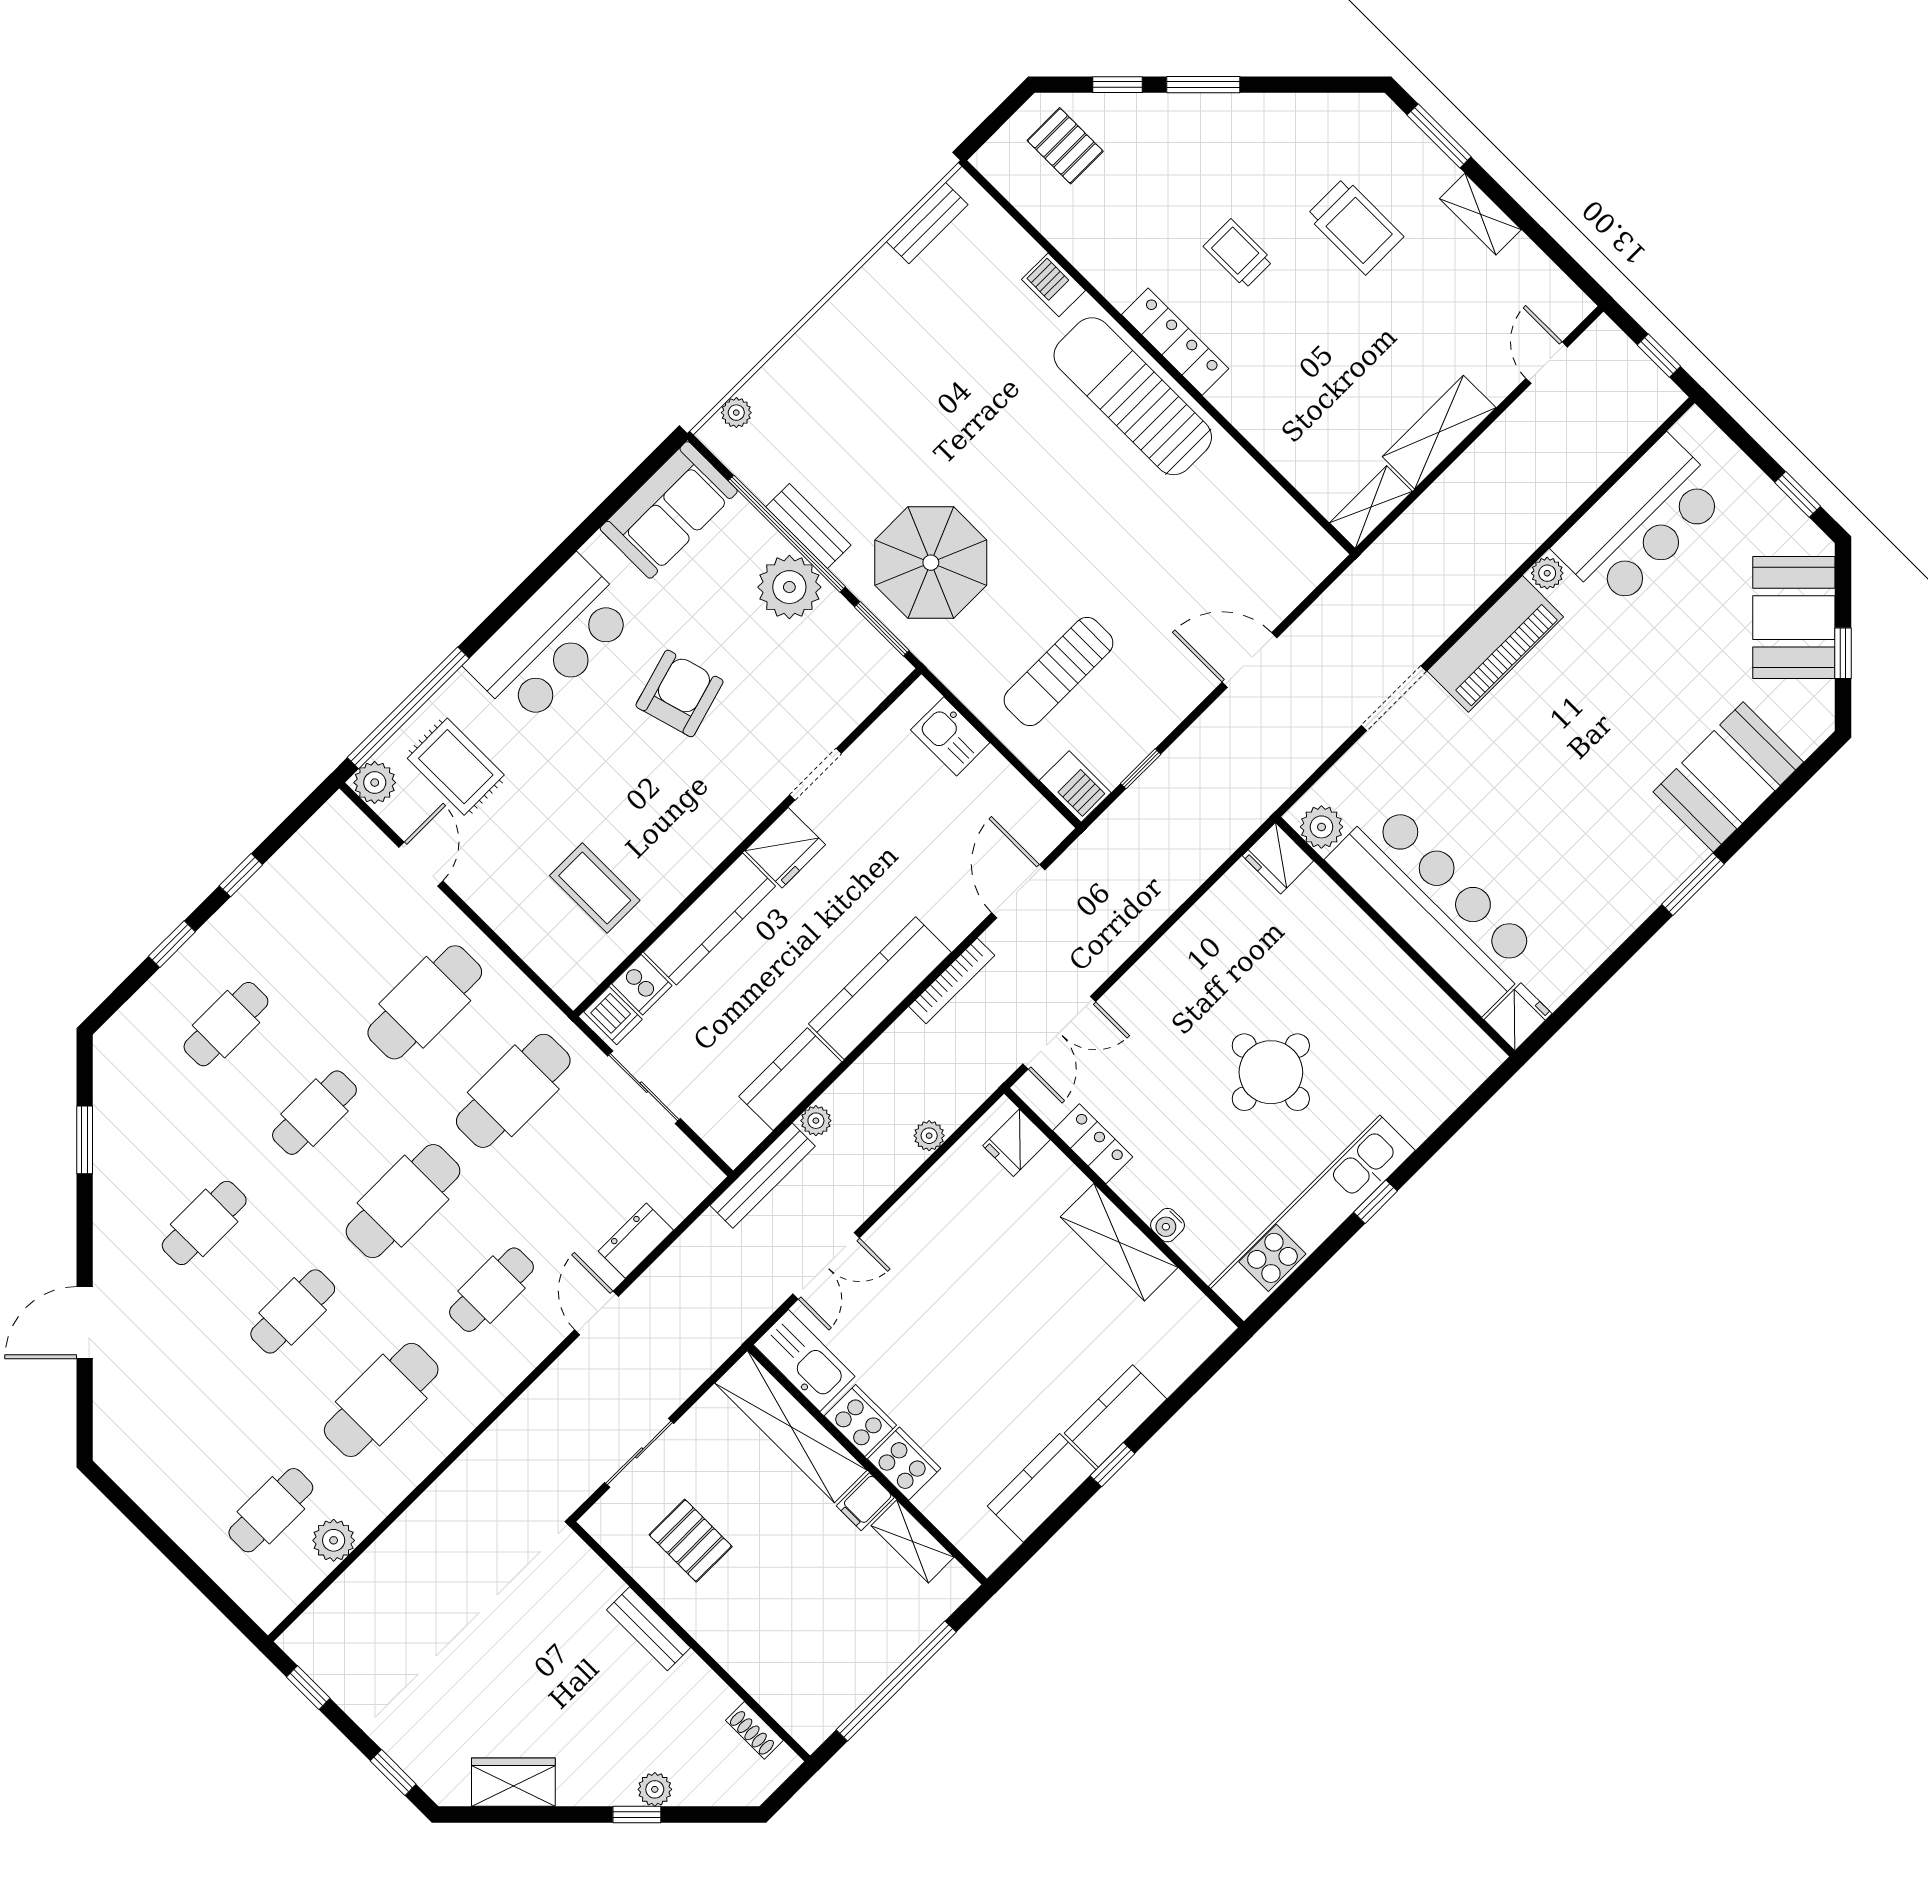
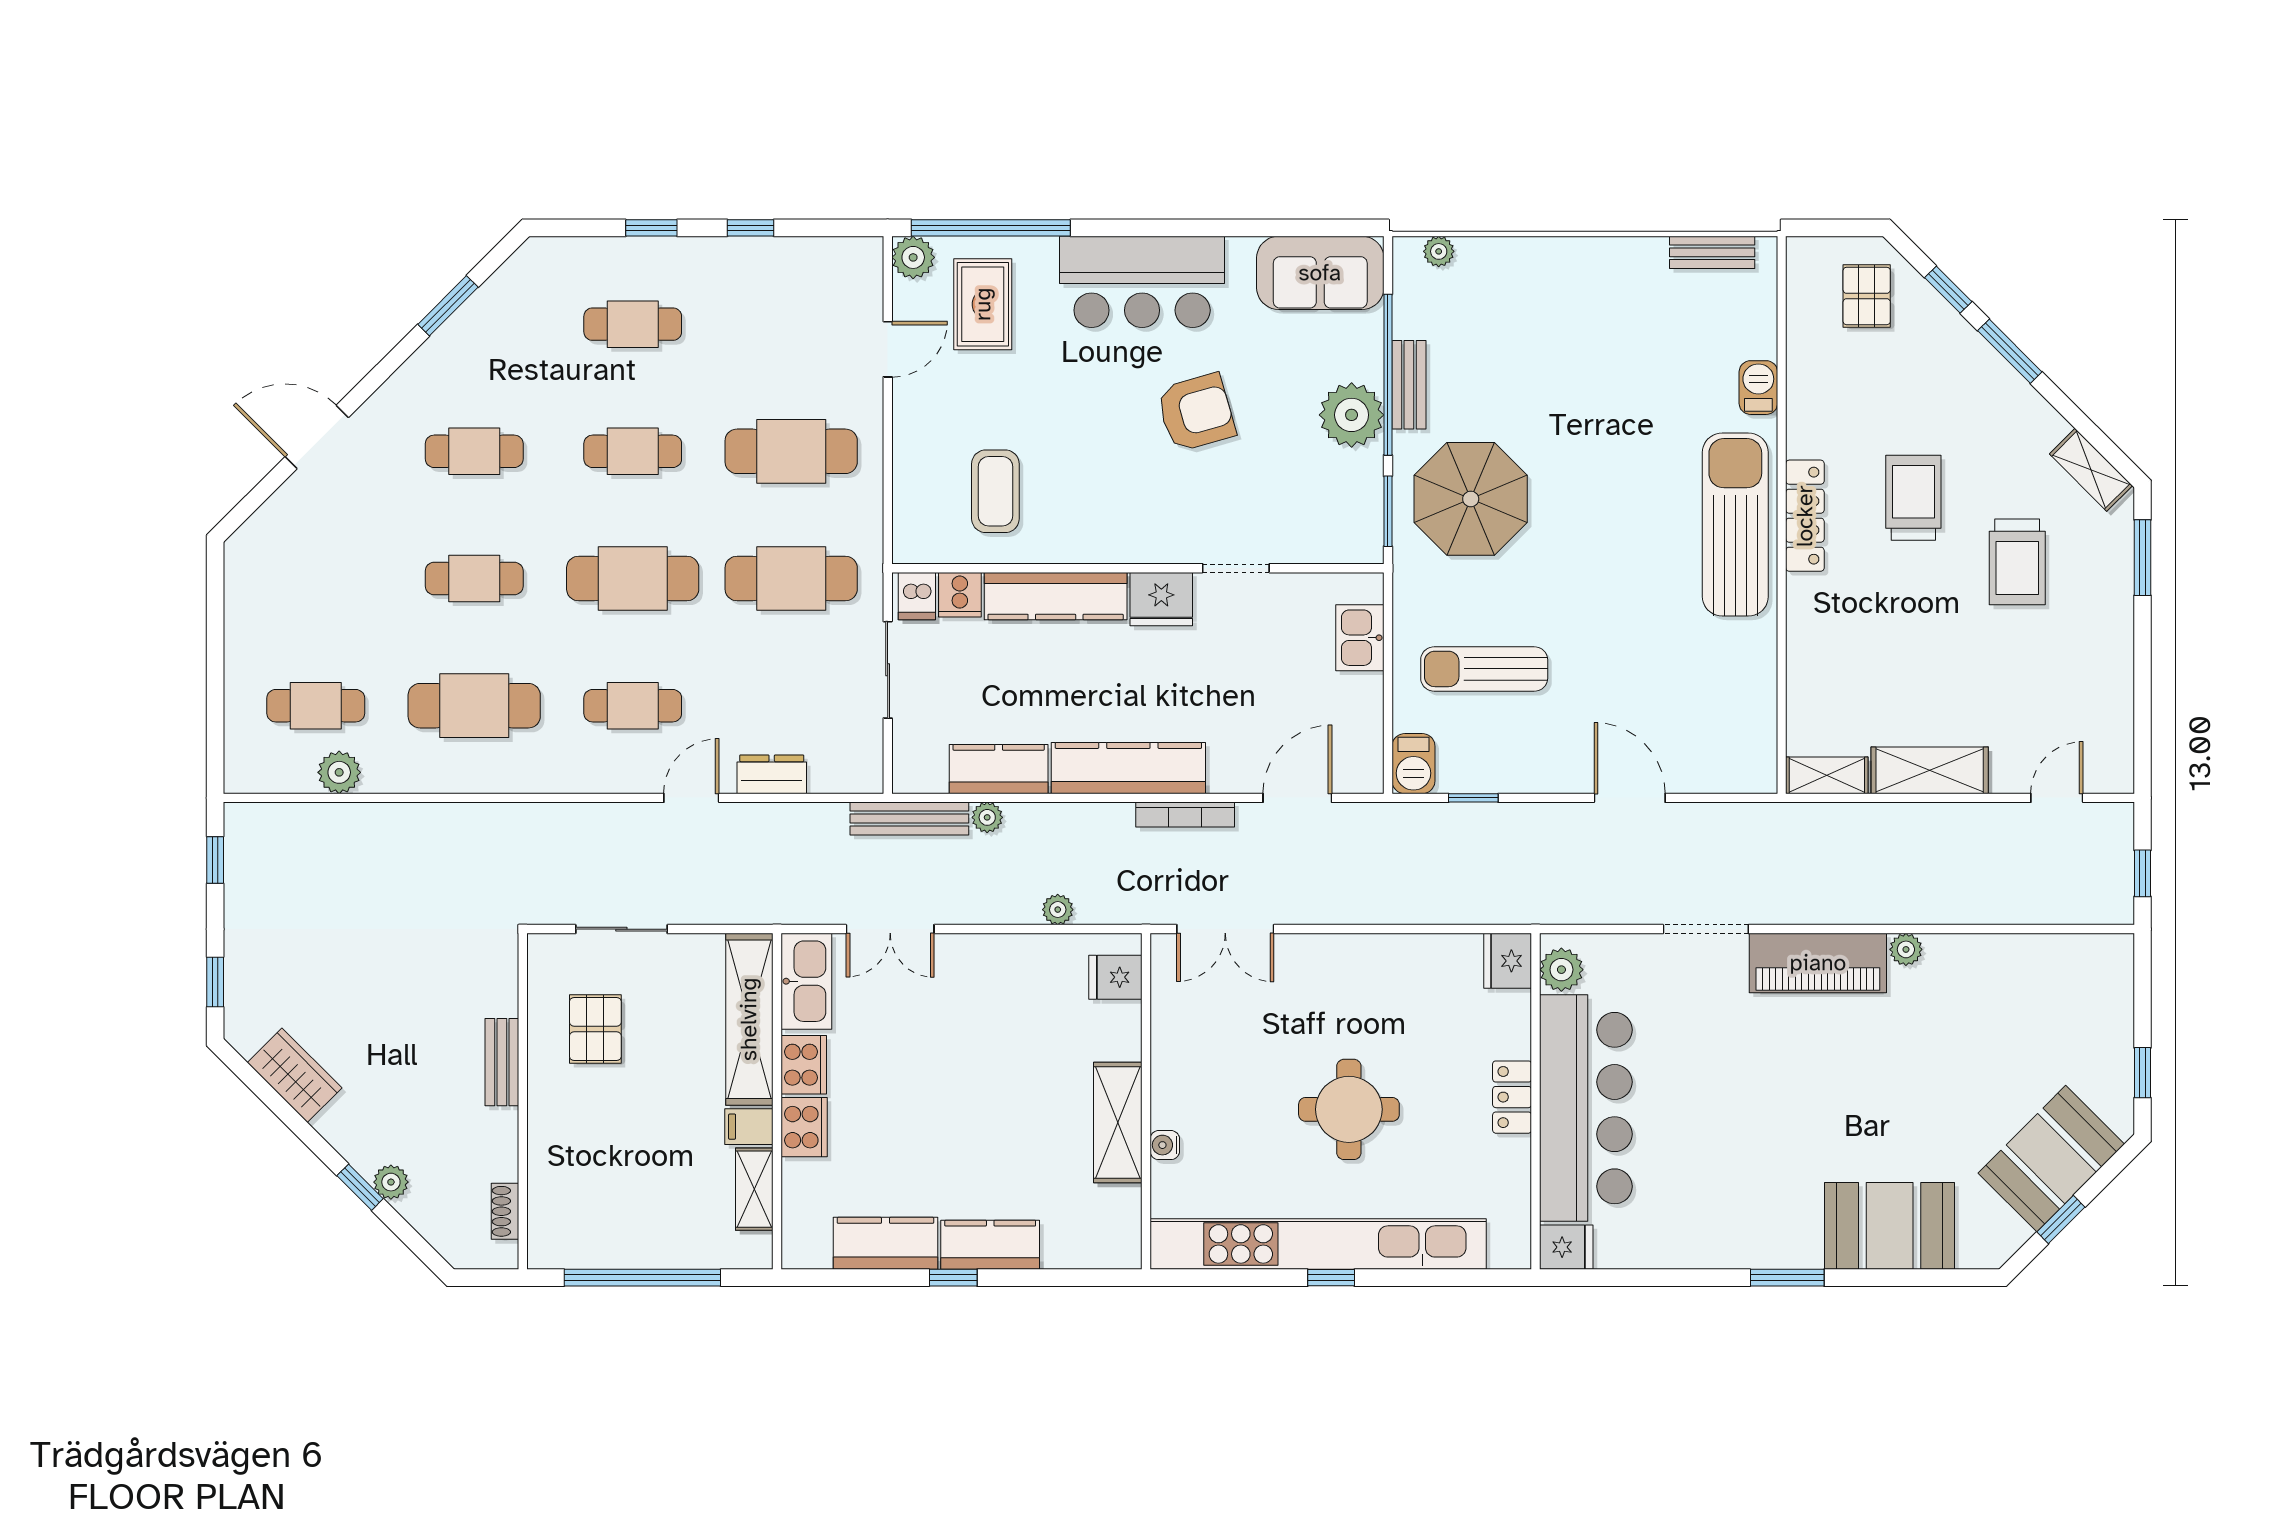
shelving: (1480, 214) -> (2091, 470), moved, turned -45
trolley: (1238, 254) -> (1913, 498), width x1.36, depth x1.39
bar counter: (1641, 522) -> (2010, 980), removed
locker: (1093, 1144) -> (1512, 1097), moved, turned 180
kitchen unit: (1312, 1218) -> (1318, 1244), width x1.36

